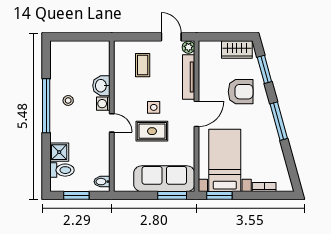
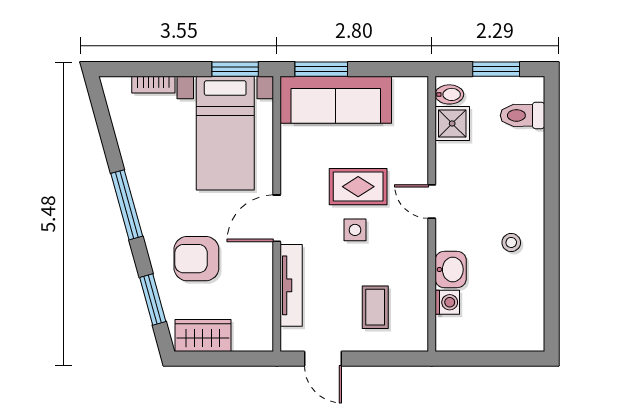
plant: (189, 47) -> (291, 340), removed
washing machine: (103, 104) -> (447, 302), moved
window: (46, 106) -> (552, 233), removed
shower: (59, 152) -> (452, 123), moved

